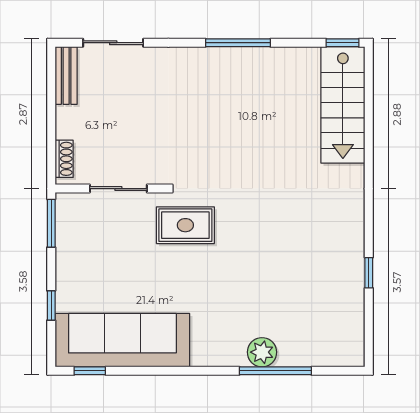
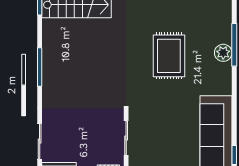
rug: (185, 225) -> (169, 56), moved, width x1.36, depth x1.43

